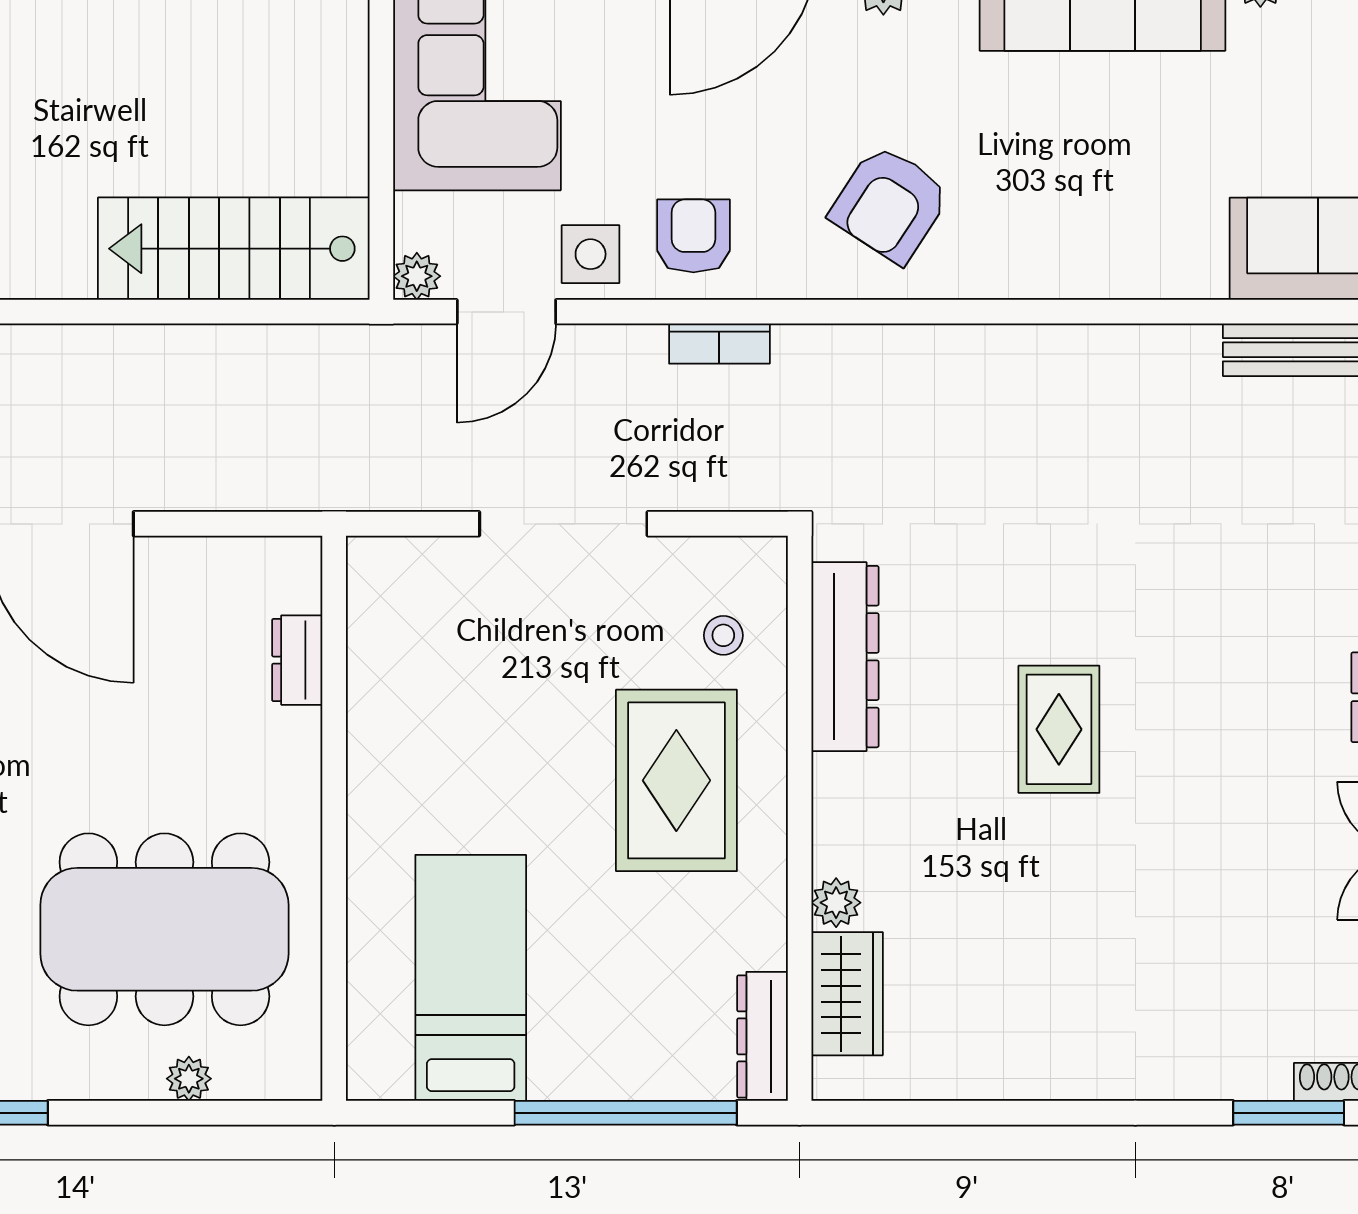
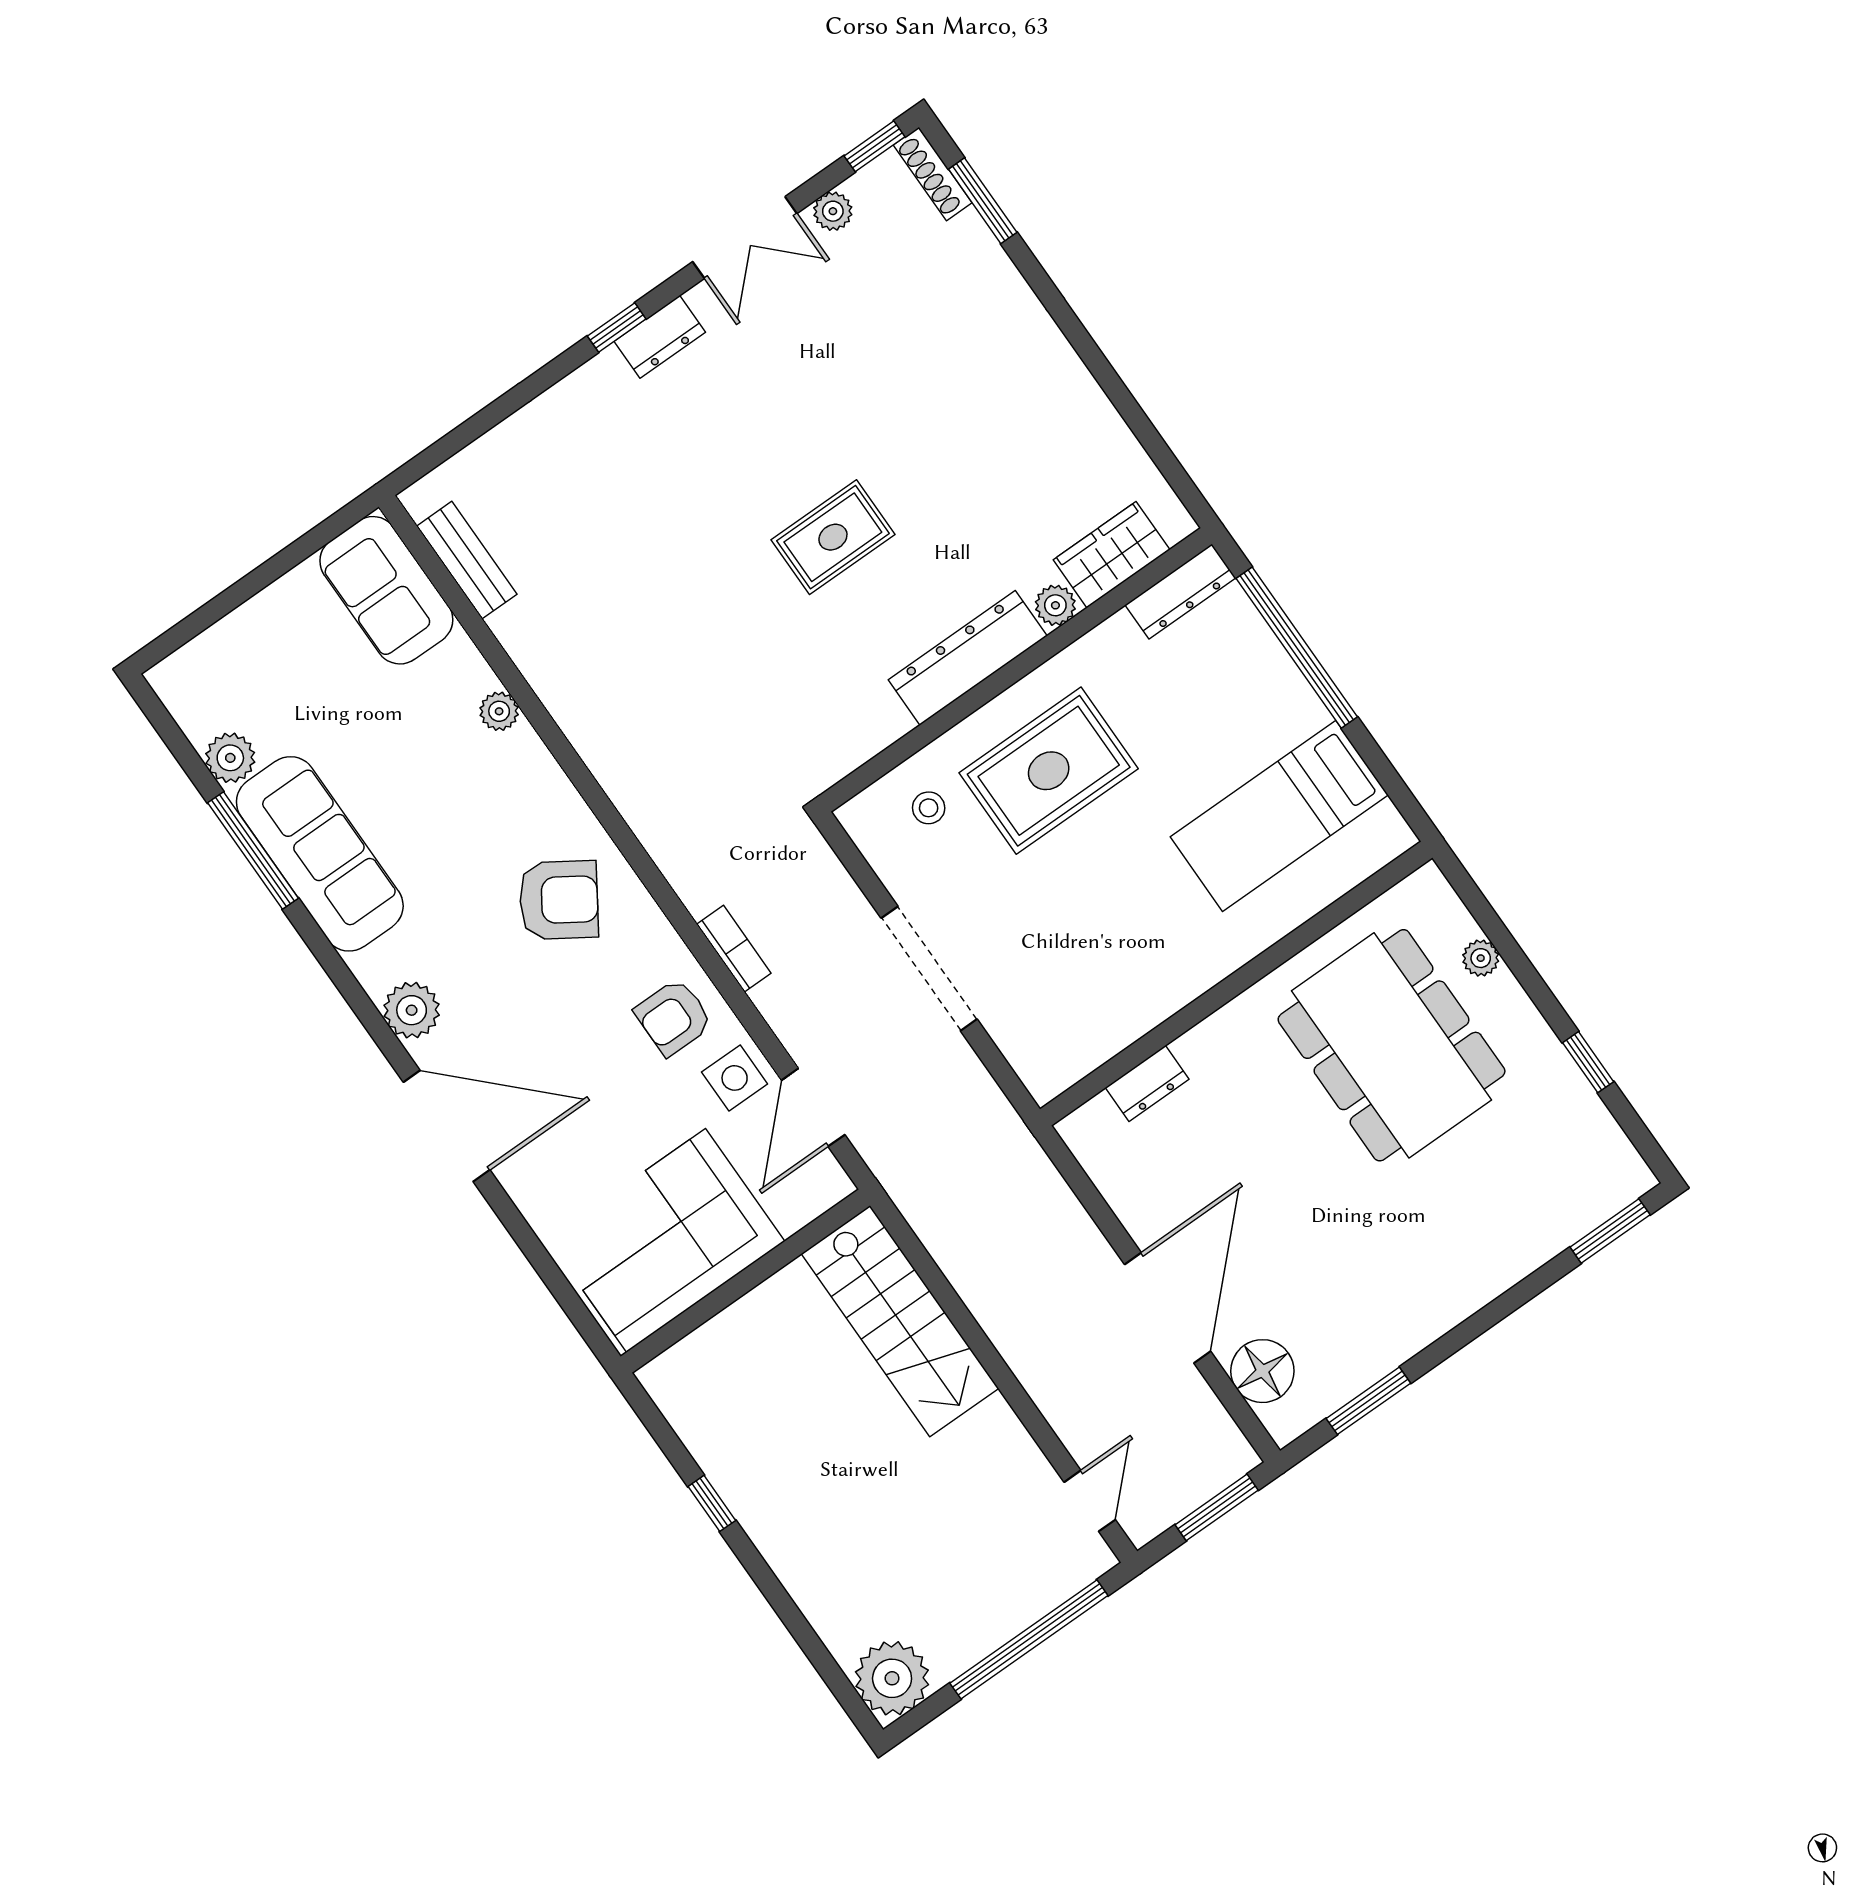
plant: (417, 276) -> (499, 711), moved
door: (506, 312) -> (813, 1107), swing flipped
dresser: (845, 657) -> (968, 658), moved

